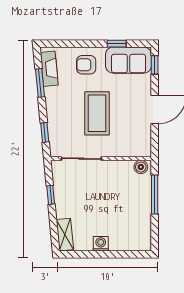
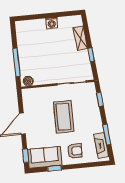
shelving: (65, 235) -> (80, 38), moved

